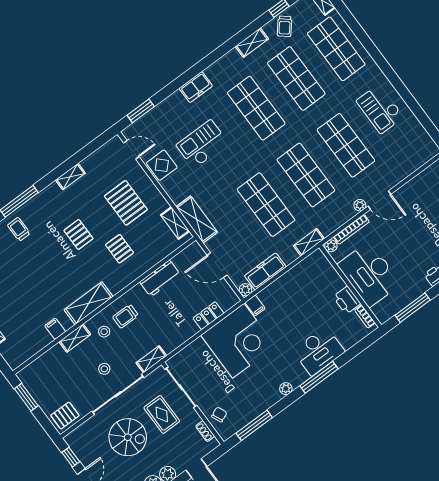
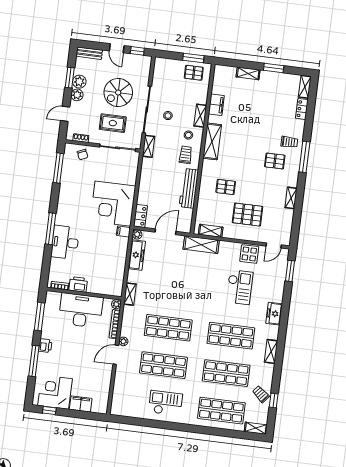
shelving: (252, 43) -> (271, 351), moved
shop shelf: (266, 205) -> (173, 290), removed
pallet: (78, 234) -> (275, 161), moved
workbench: (160, 278) -> (189, 188), width x1.38
locker: (208, 316) -> (140, 216), moved
filing cabinet: (55, 329) -> (216, 105), width x2.00
plant: (286, 389) -> (62, 205), removed
pallet: (65, 416) -> (194, 73), moved, turned 90

